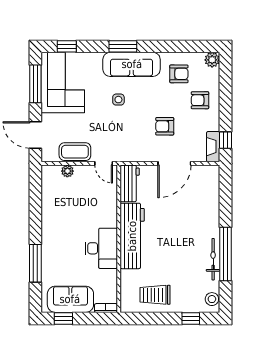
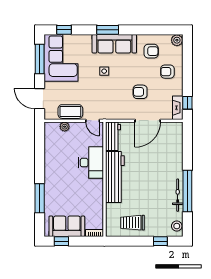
desk: (101, 248) -> (91, 163), moved

